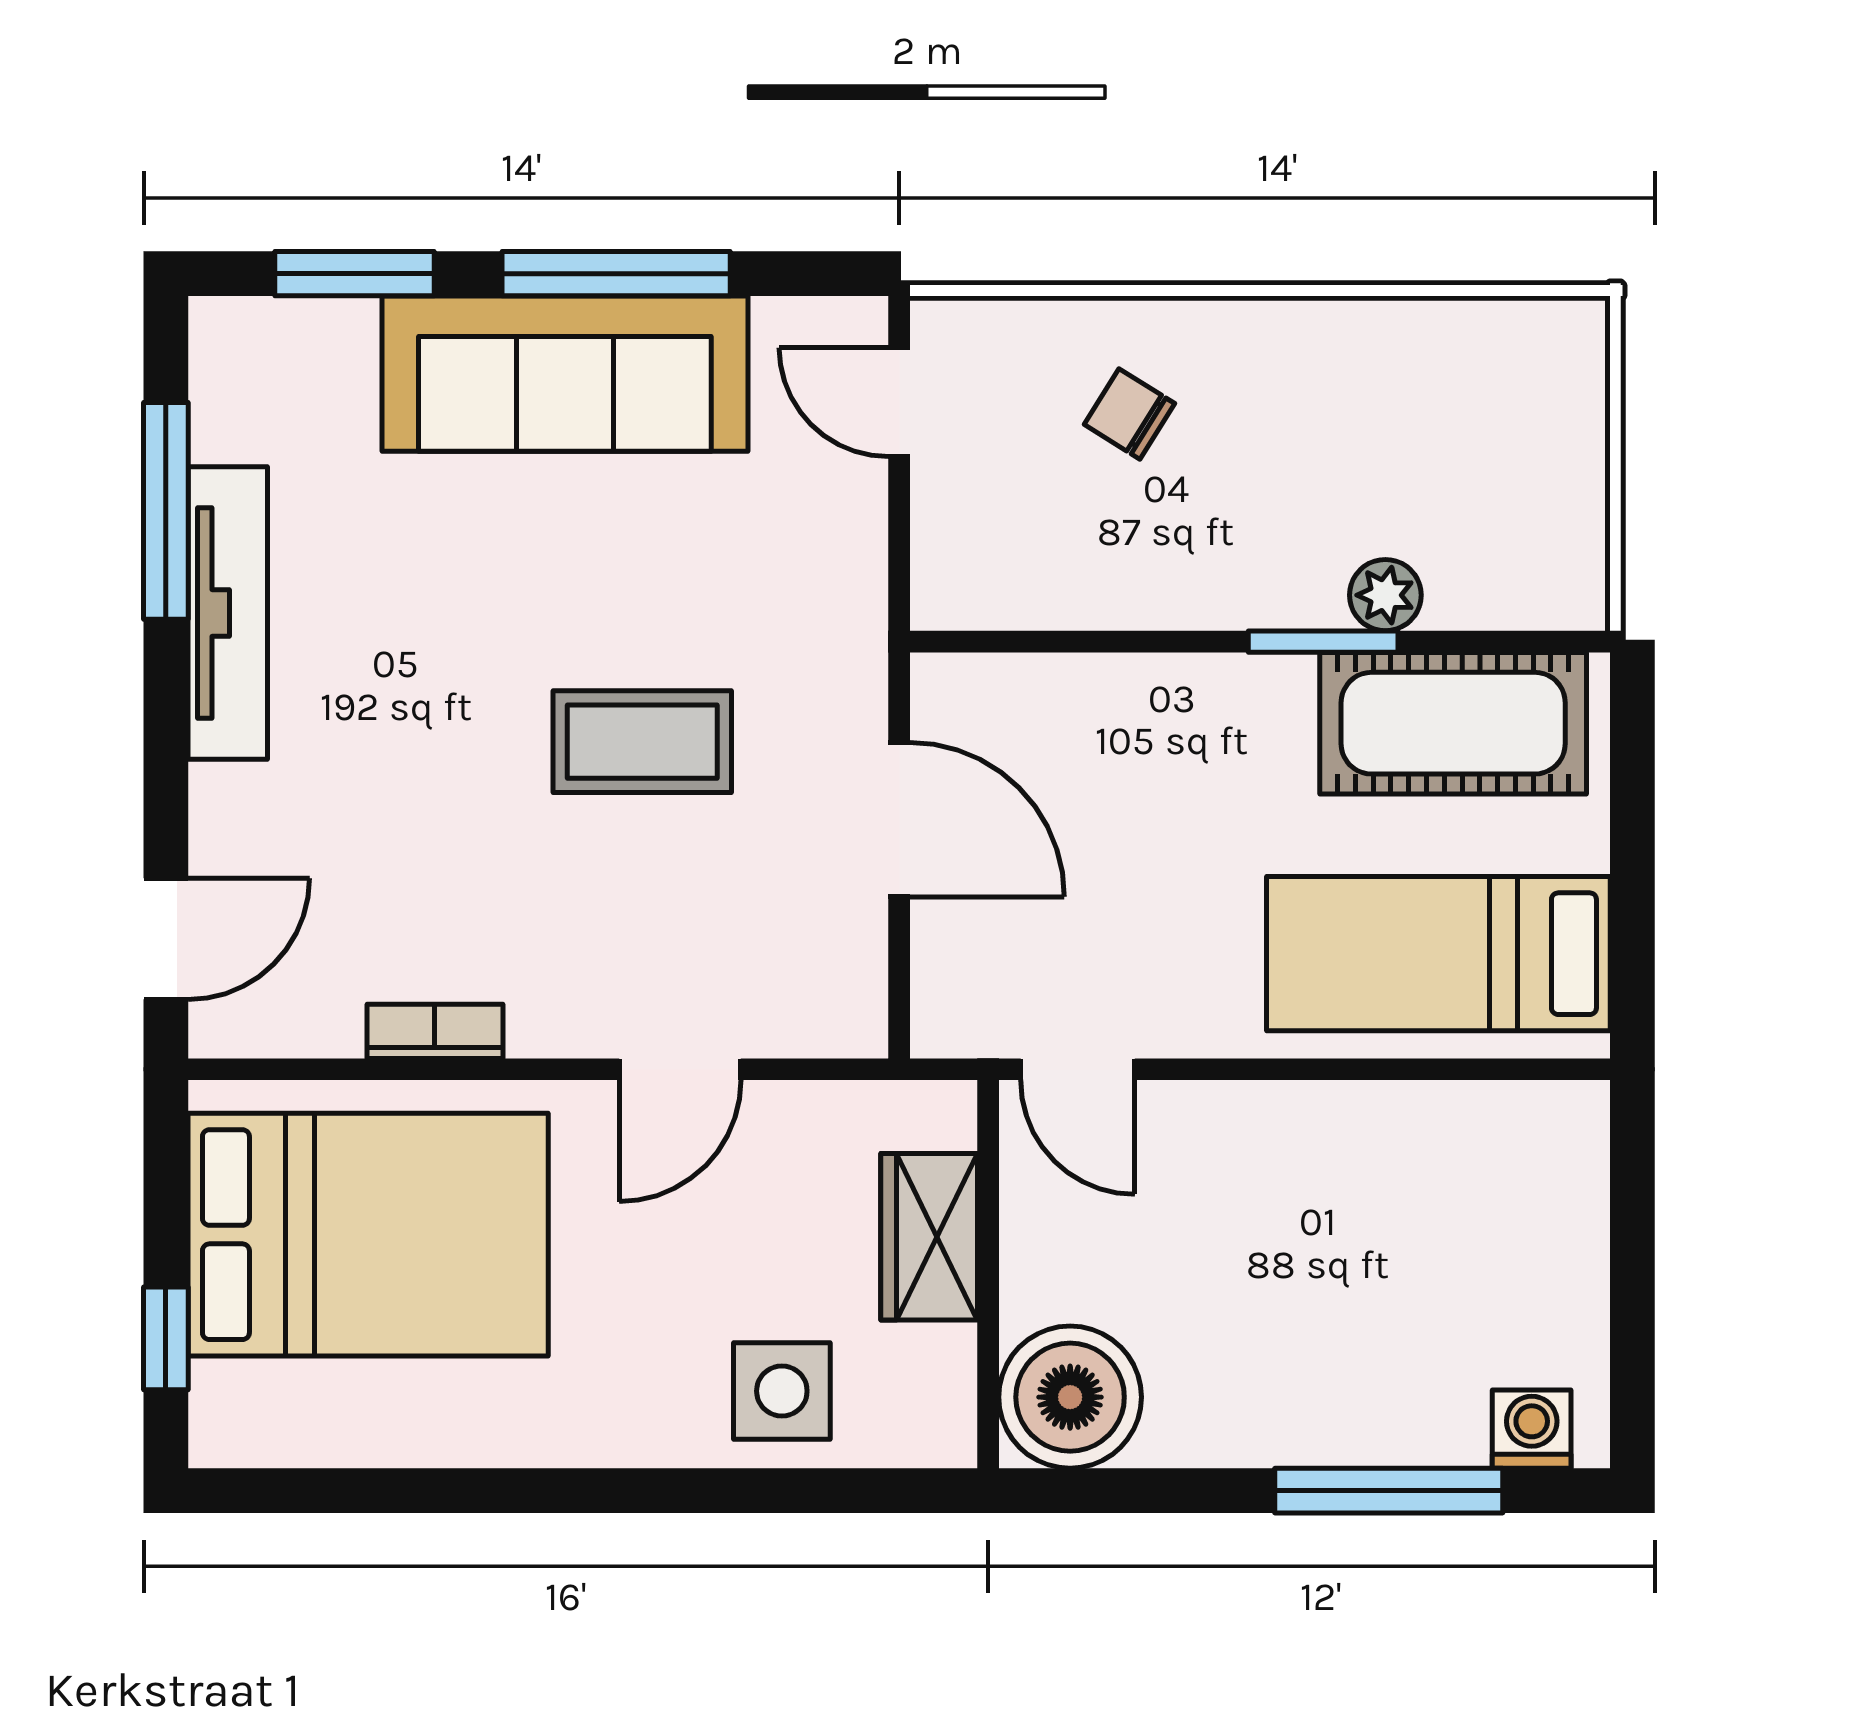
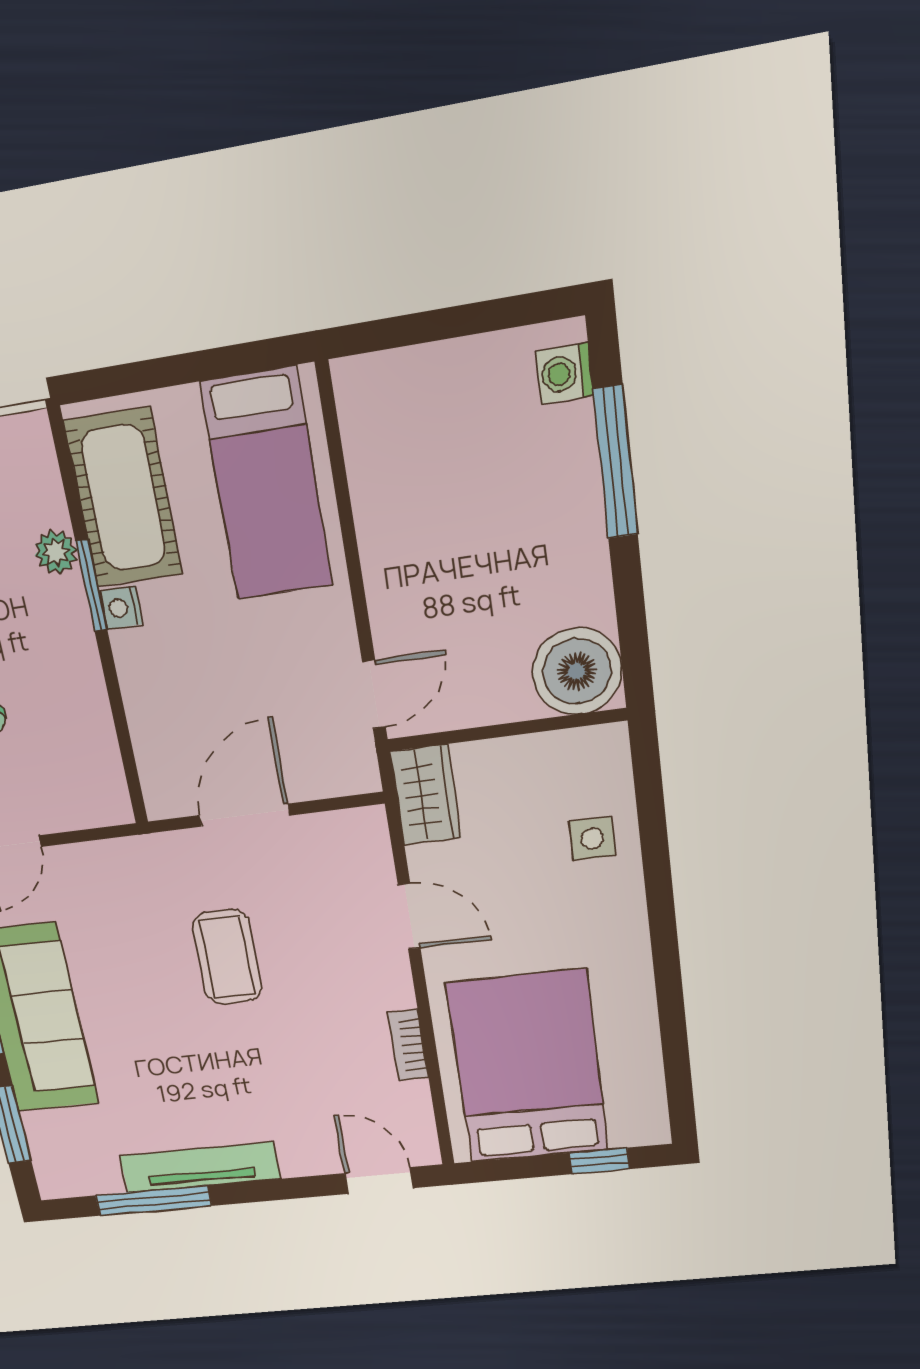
nightstand: (1280, 683) -> (121, 608), added
wardrobe: (929, 1237) -> (426, 795), moved, turned -90
side table: (782, 1391) -> (592, 839), width x0.73, depth x0.73

